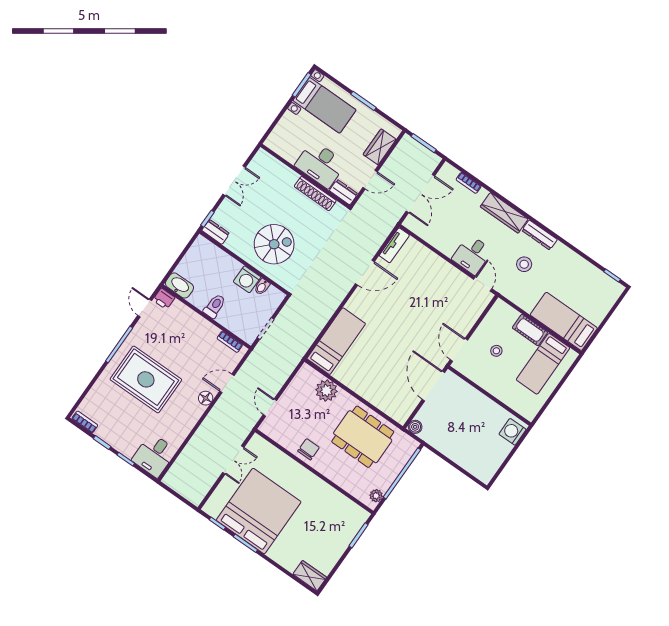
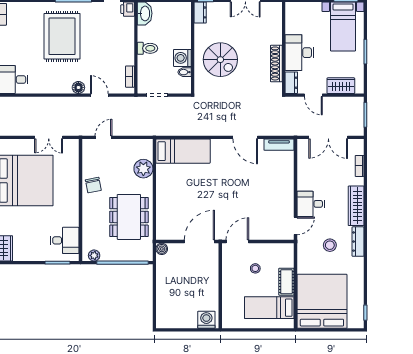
bed: (564, 321) -> (322, 301), width x2.04
chair: (309, 449) -> (93, 185), turned 79
desk: (342, 513) -> (65, 240), added

